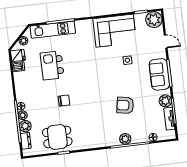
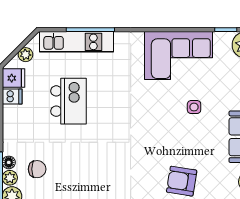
kitchen island: (52, 65) -> (68, 101), turned 180
chair: (64, 101) -> (37, 169), moved

